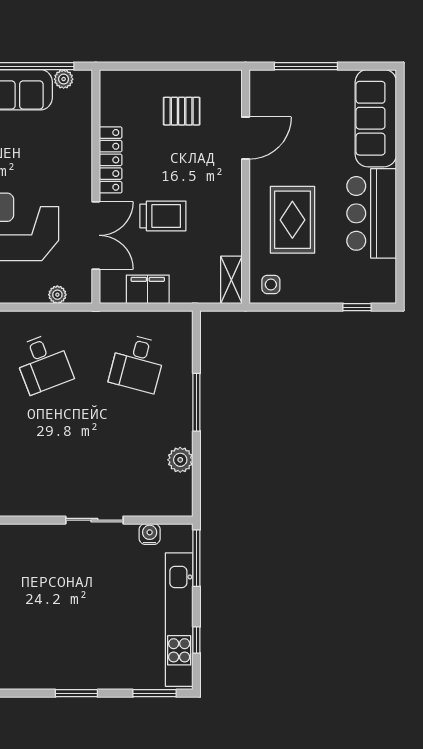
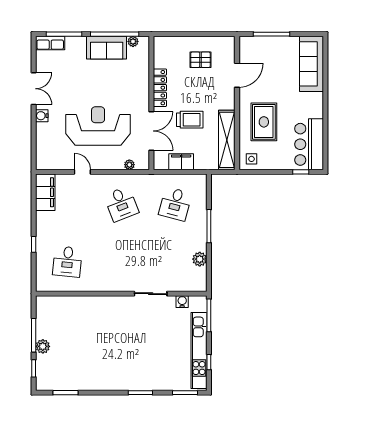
bar counter: (372, 213) -> (309, 144), moved
shelving: (231, 280) -> (227, 140), width x2.20, depth x1.33

